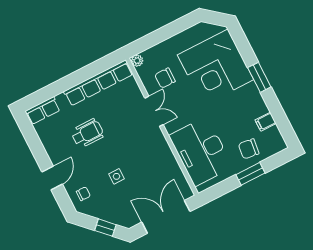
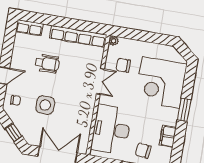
filing cabinet: (266, 122) -> (168, 136), width x2.00
side table: (117, 176) -> (45, 105), width x1.87, depth x1.87

